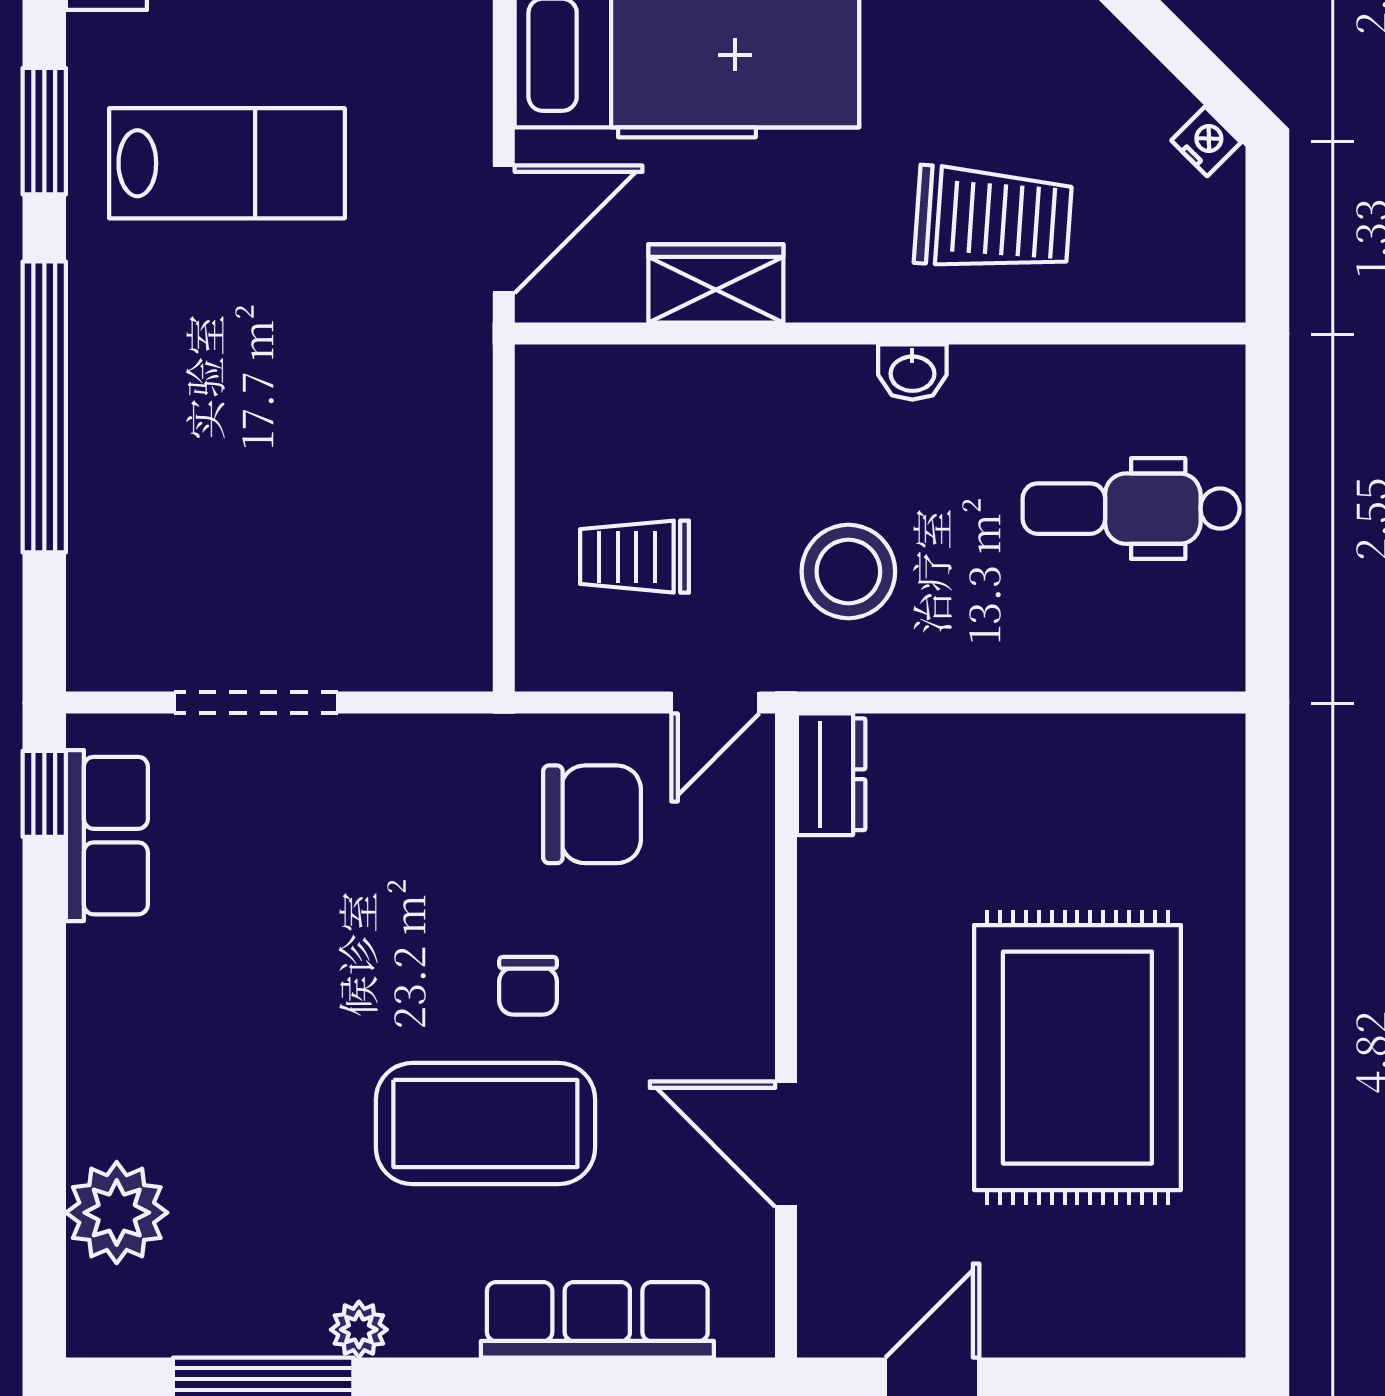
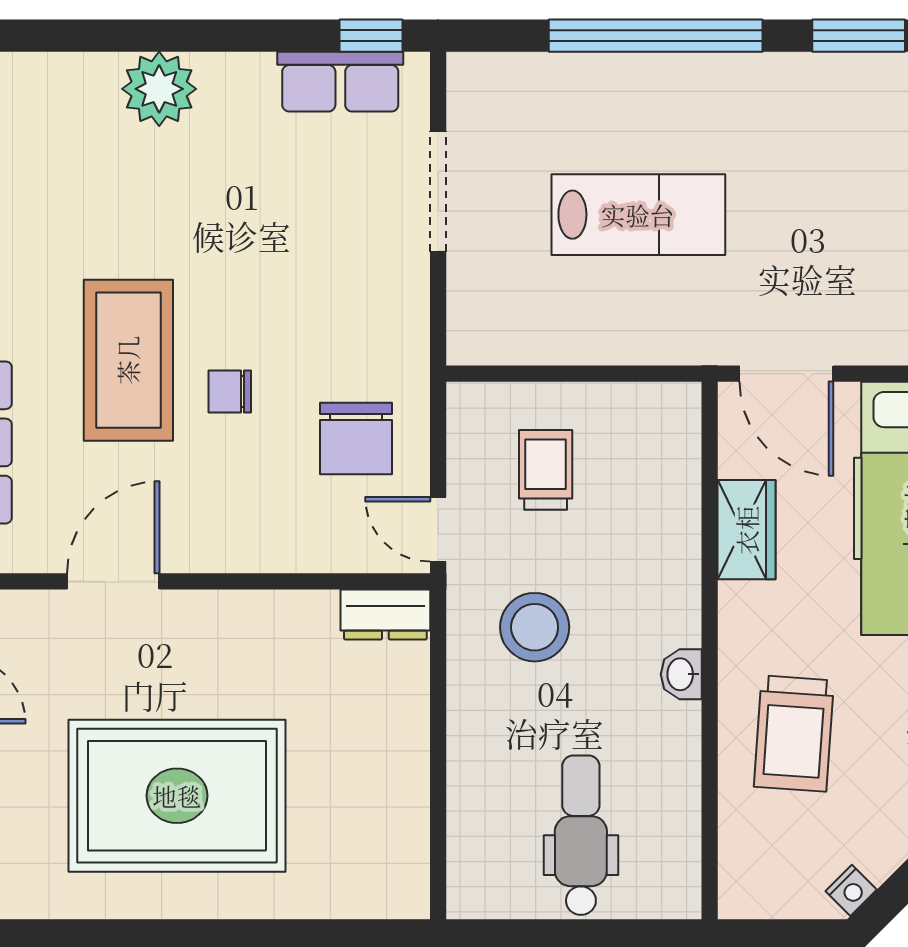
lab bench: (227, 163) -> (638, 215), moved, turned -90
plant: (117, 1213) -> (159, 89), moved

